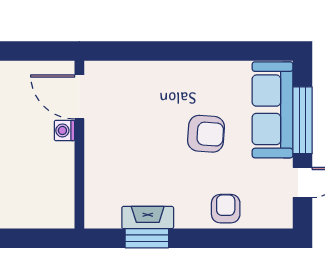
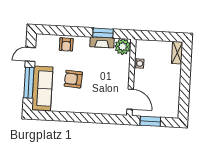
window: (33, 51) -> (150, 121), added
washing machine: (64, 130) -> (139, 63), moved
plant: (102, 211) -> (123, 47), added

